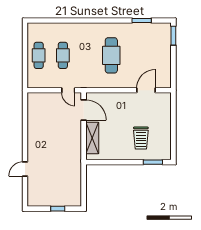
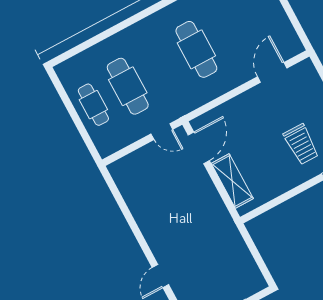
cafe table: (63, 55) -> (128, 86), width x1.37, depth x1.35
door: (84, 110) -> (199, 148), hinge flipped

